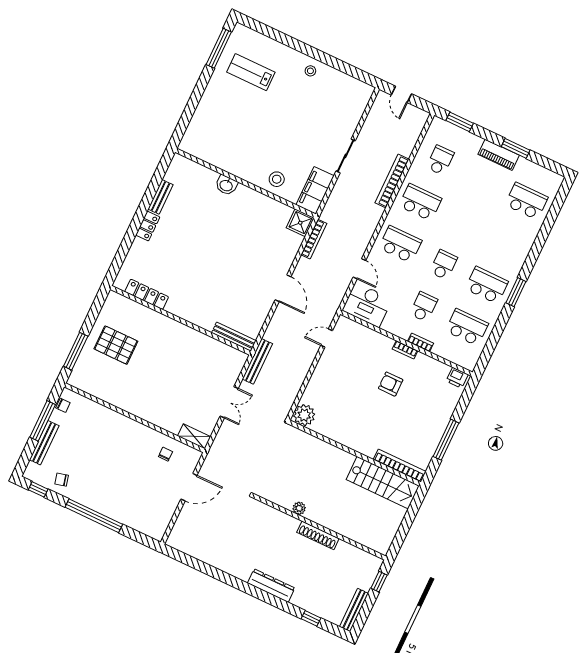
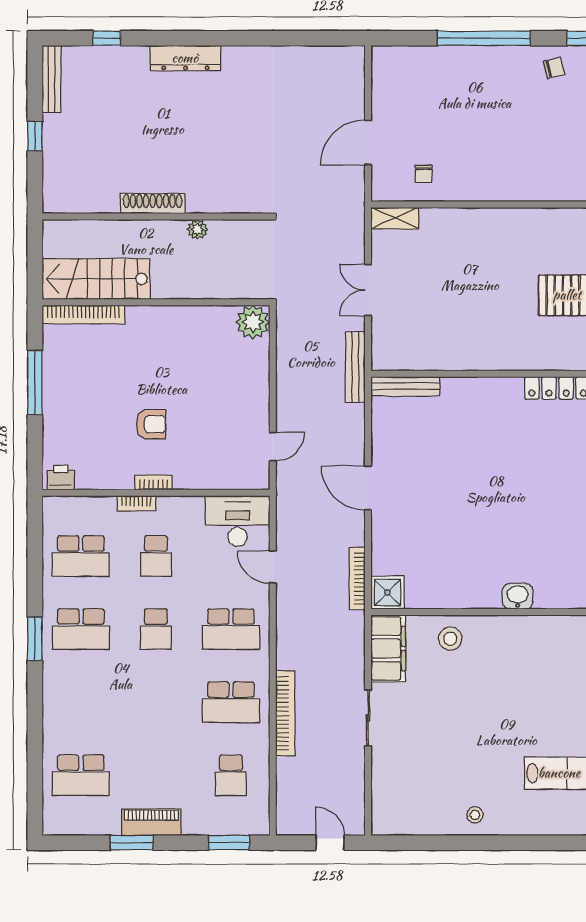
plant: (299, 508) -> (198, 229), moved
wall: (320, 527) -> (156, 216), moved
shoe rack: (318, 535) -> (153, 204), moved

